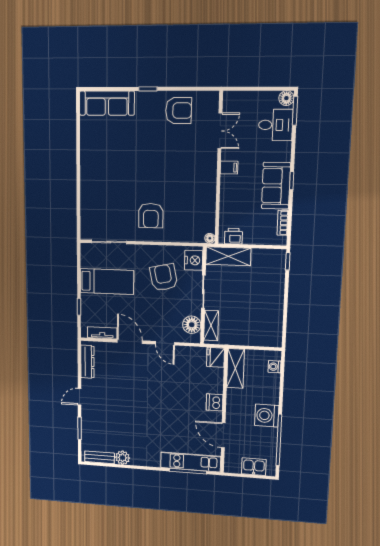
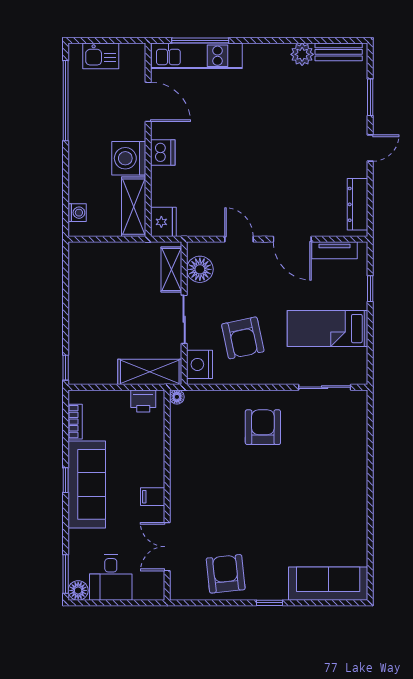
armchair: (179, 111) -> (226, 574), turned 84
desk: (276, 125) -> (111, 578), moved, turned -90
sofa: (276, 186) -> (87, 484), width x1.36
washing machine: (267, 416) -> (129, 158), moved, turned 180

